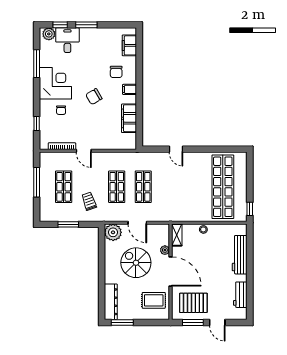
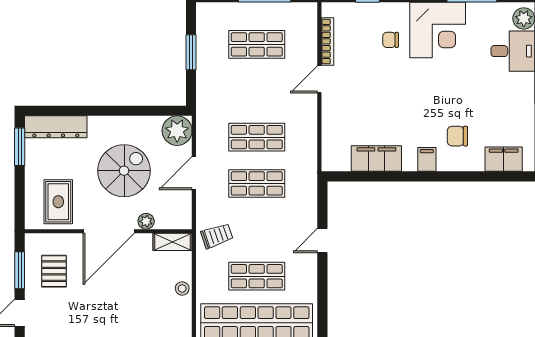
chair: (94, 97) -> (414, 97), removed
shop shelf: (196, 187) -> (257, 276), added
trolley: (89, 201) -> (217, 236), moved
pallet: (193, 303) -> (54, 271), width x0.67, depth x0.71

